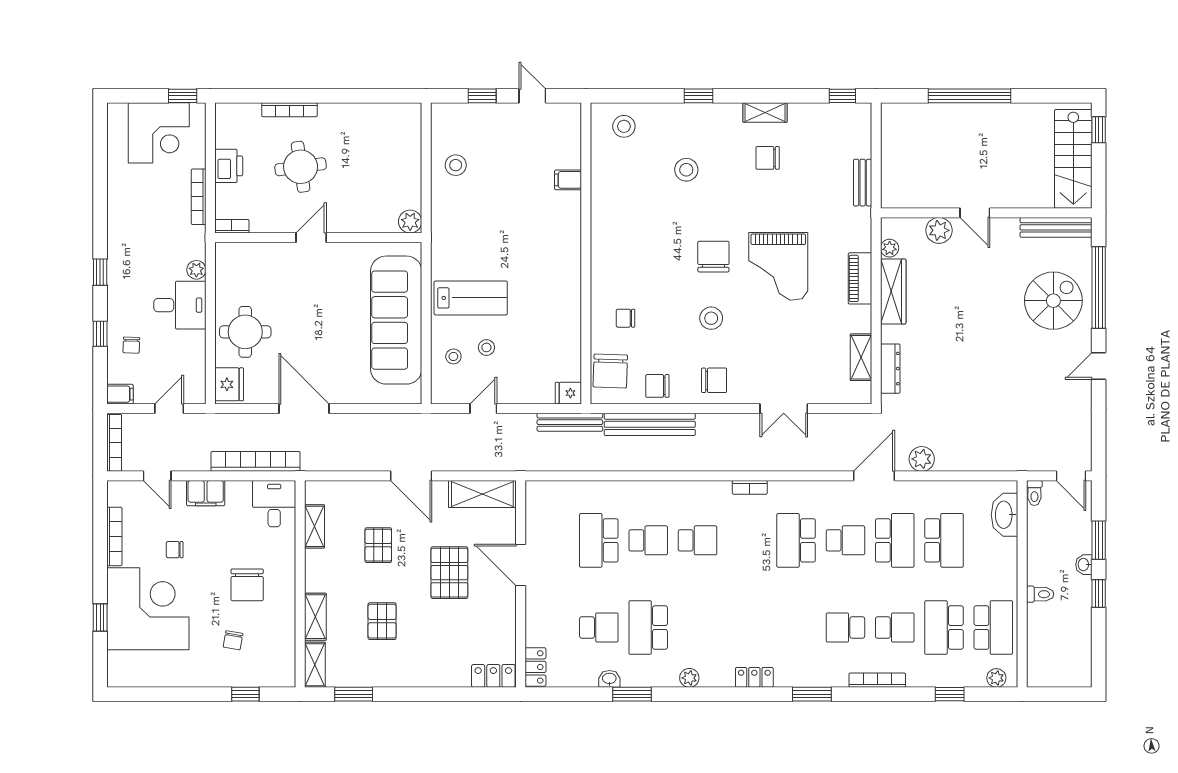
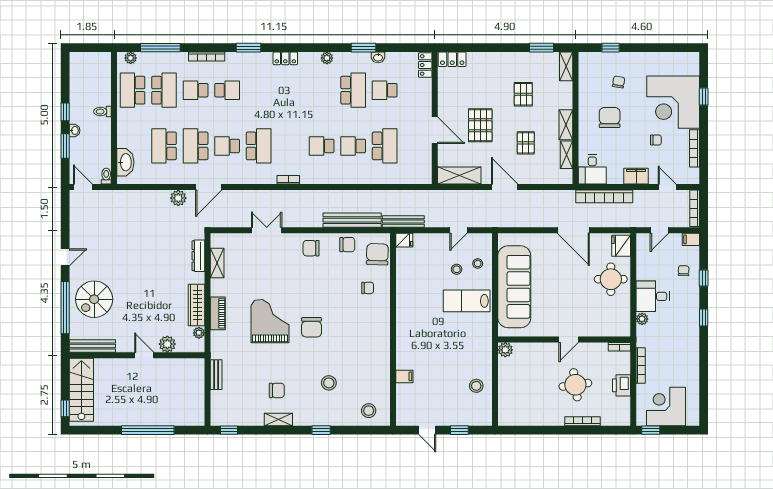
stool: (711, 318) -> (313, 288), removed
shelving: (315, 617) -> (566, 125), moved
window: (950, 694) -> (160, 48), width x2.17

